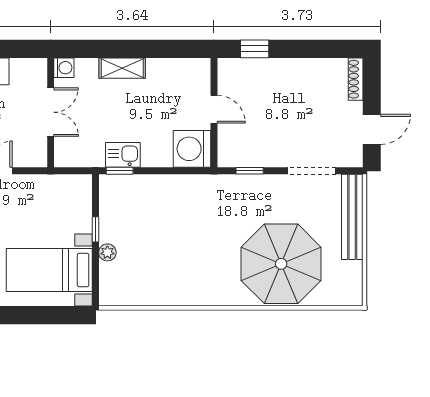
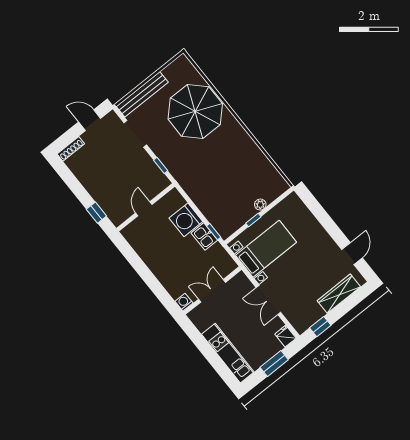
shelving: (122, 68) -> (160, 272), removed
washing machine: (192, 149) -> (186, 220), moved, turned 90
bed with nightstands: (49, 270) -> (266, 249), moved, turned -90

